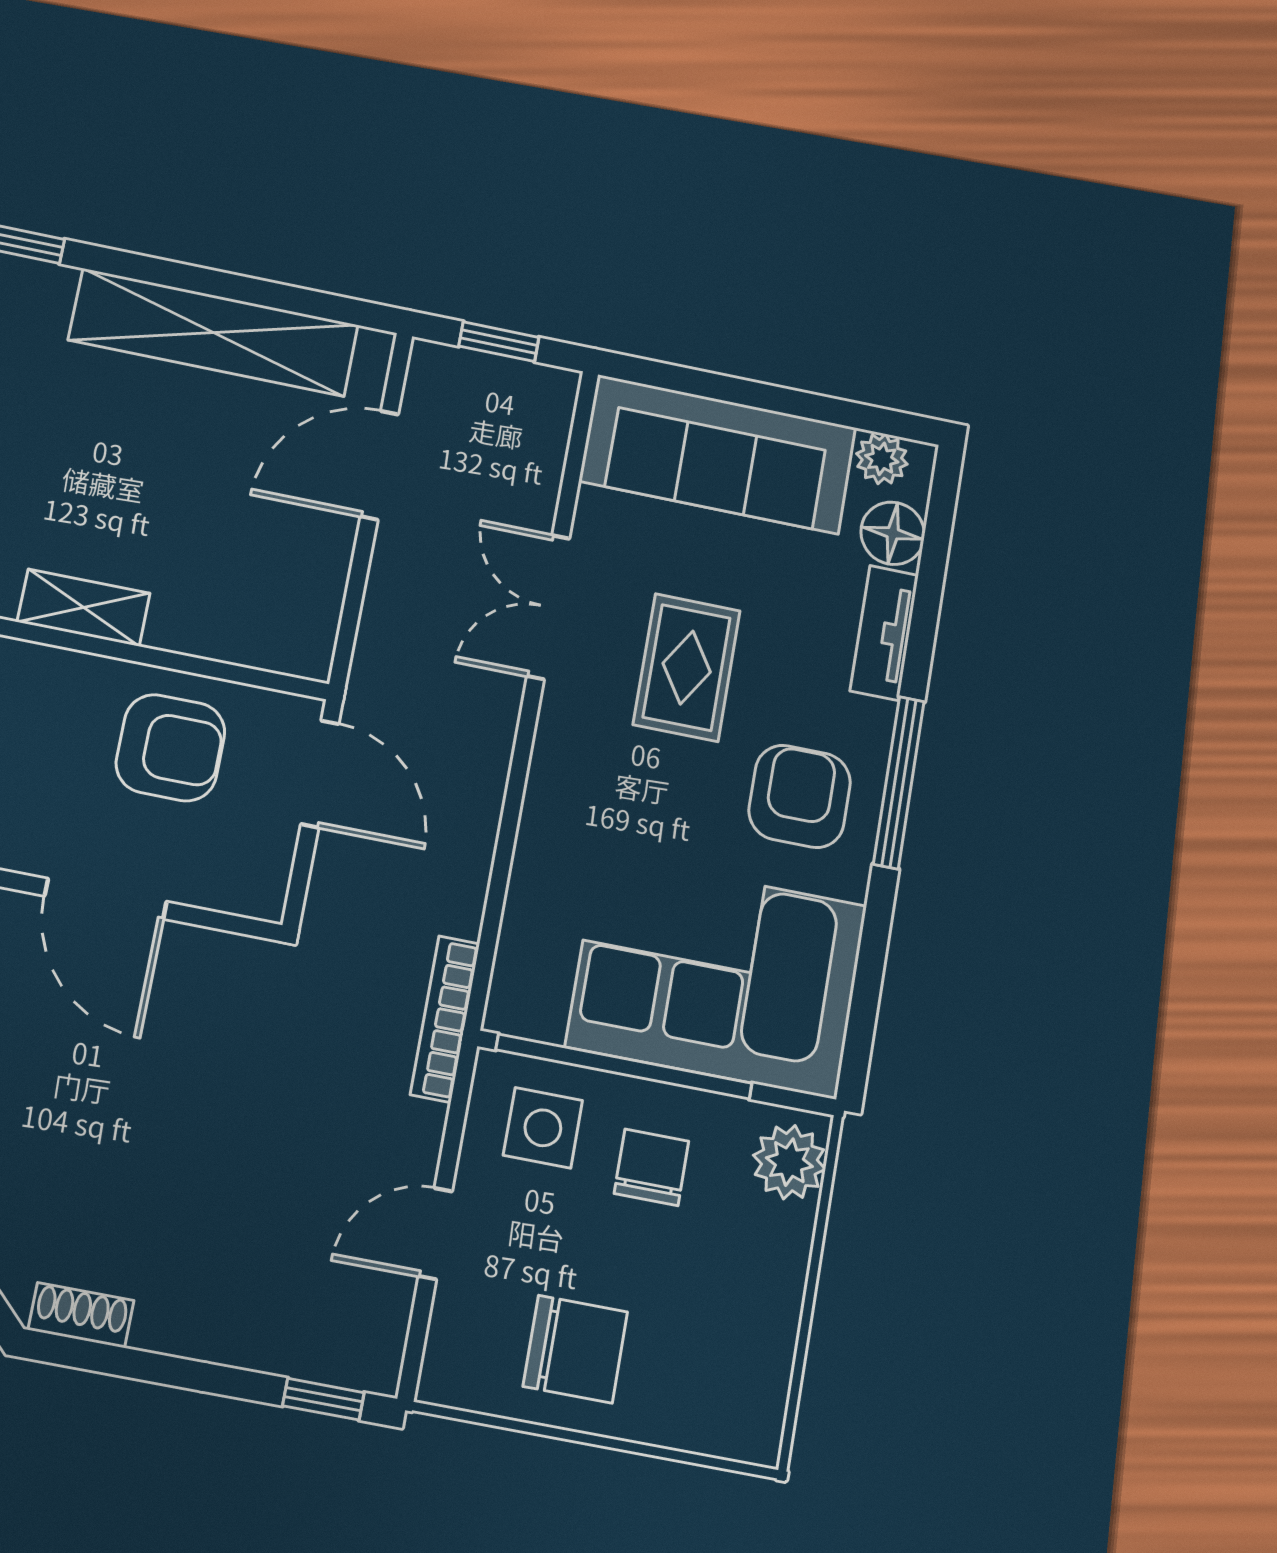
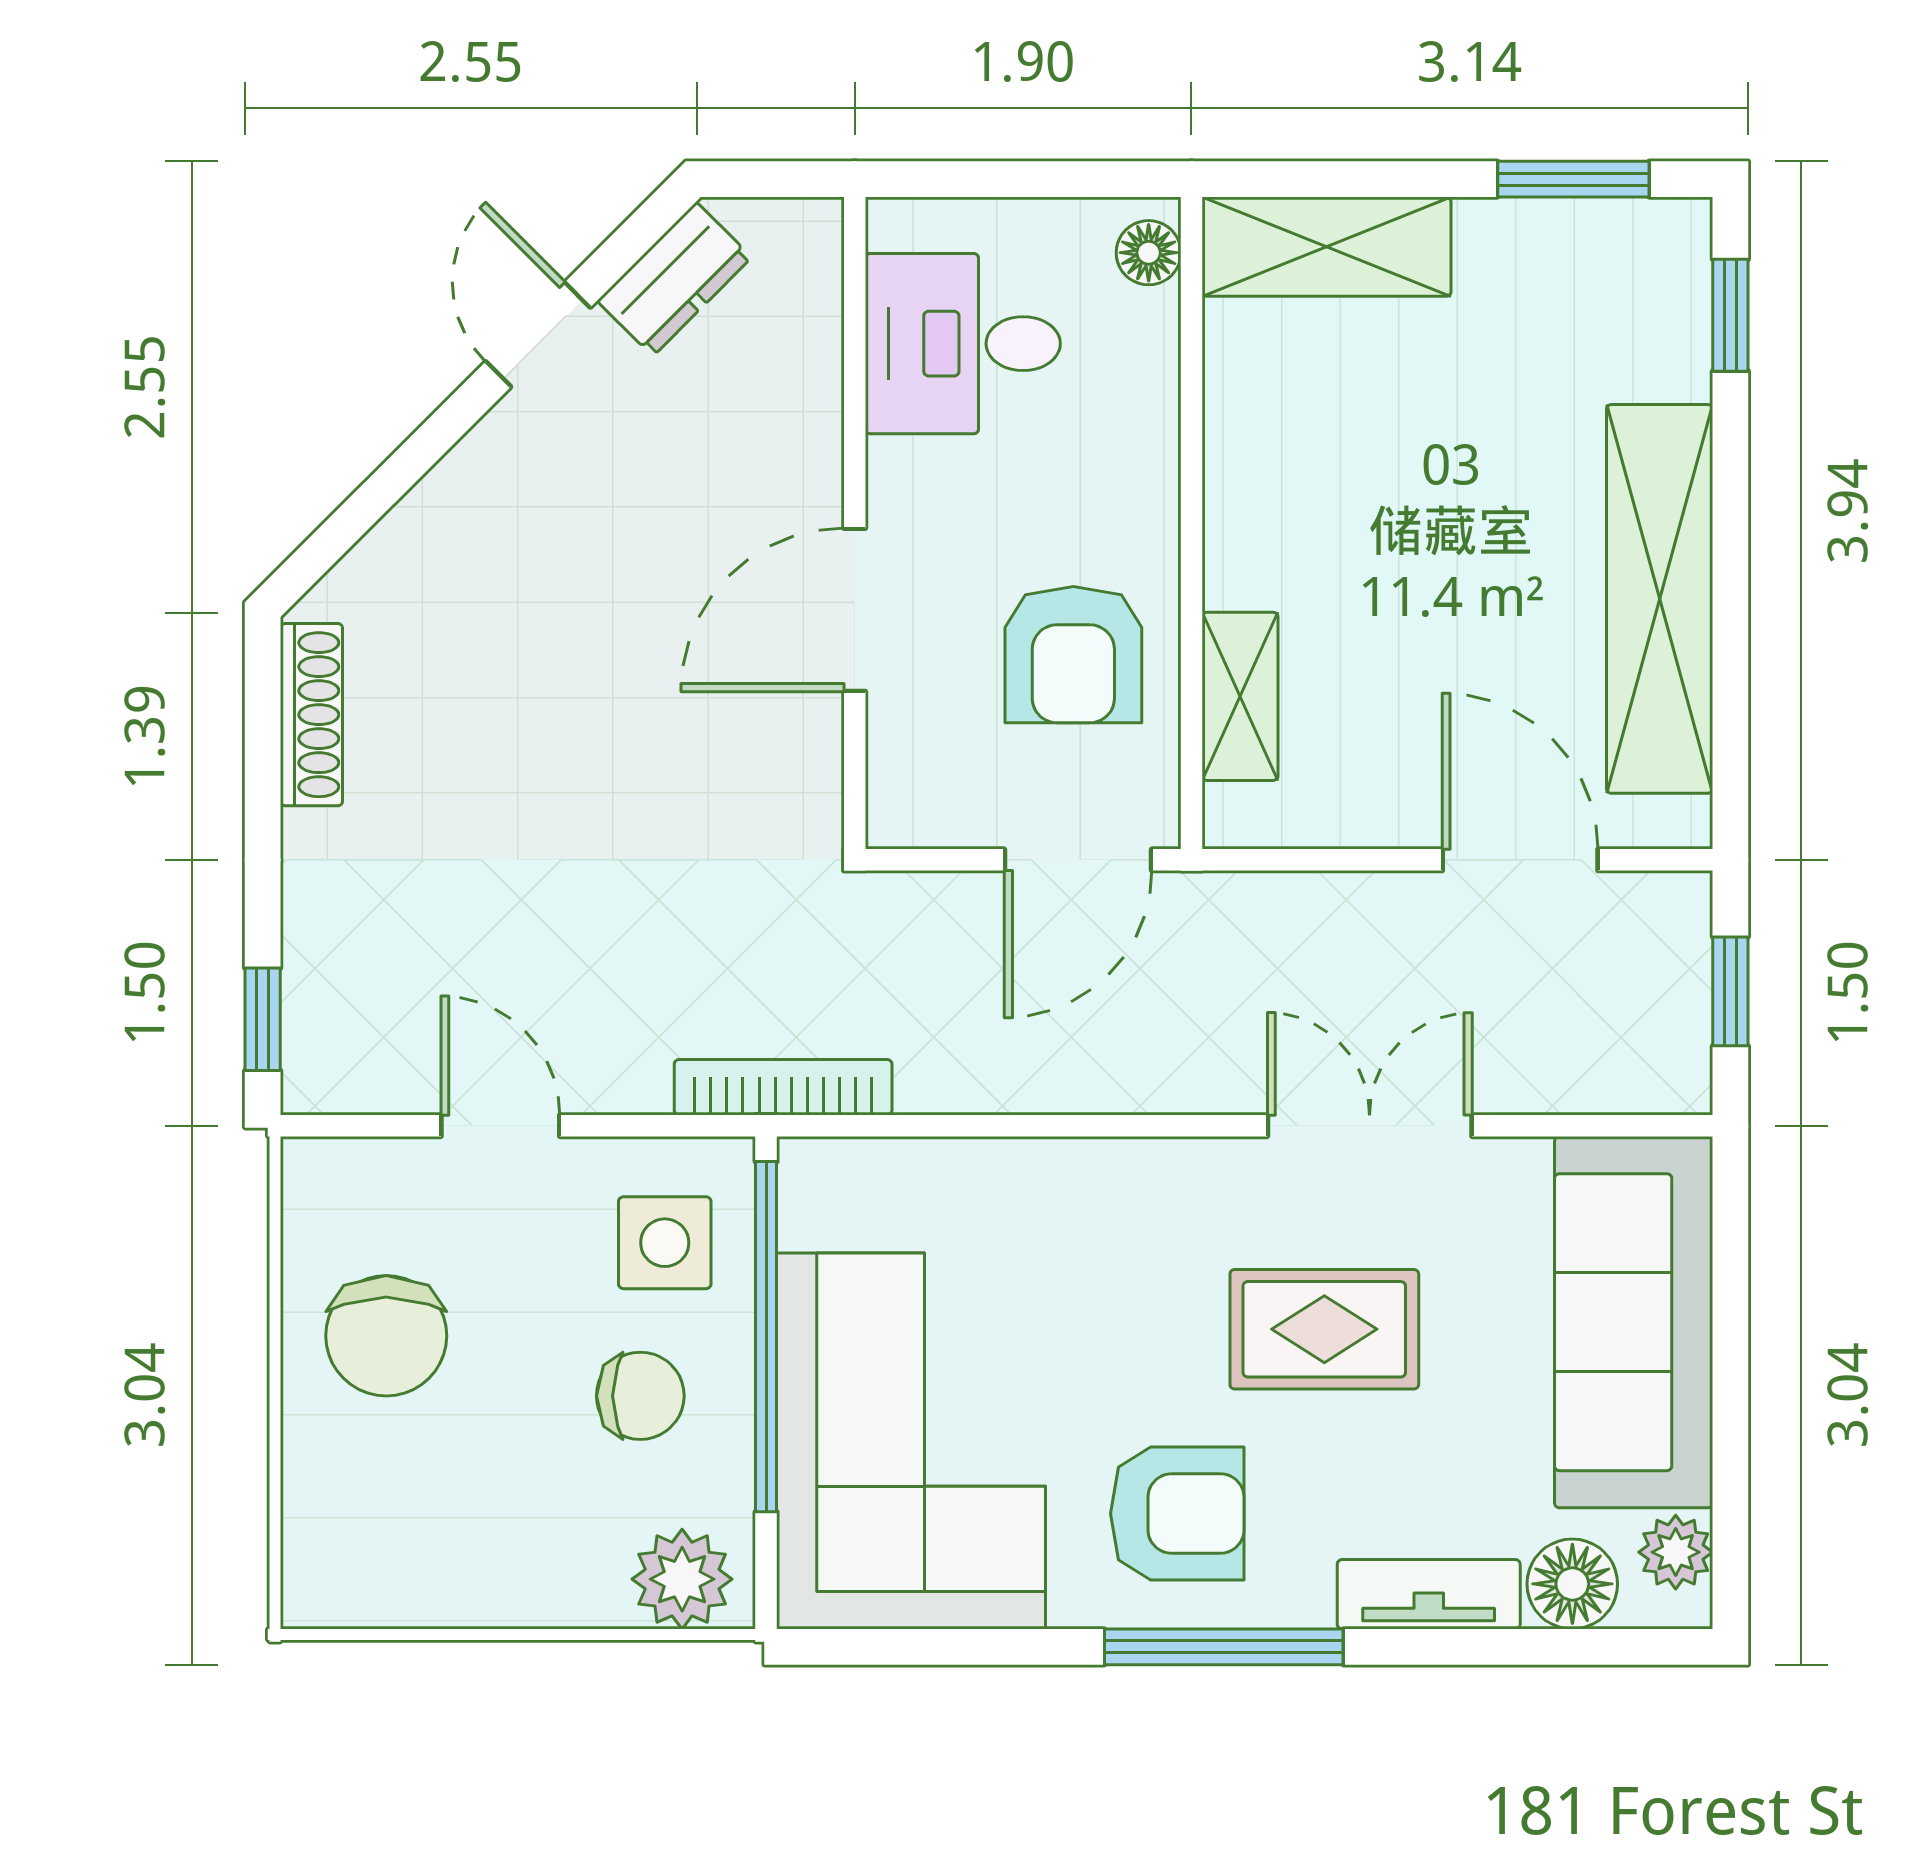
shelving: (84, 608) -> (1240, 696), moved
shoe rack: (81, 1315) -> (311, 715), width x1.43

